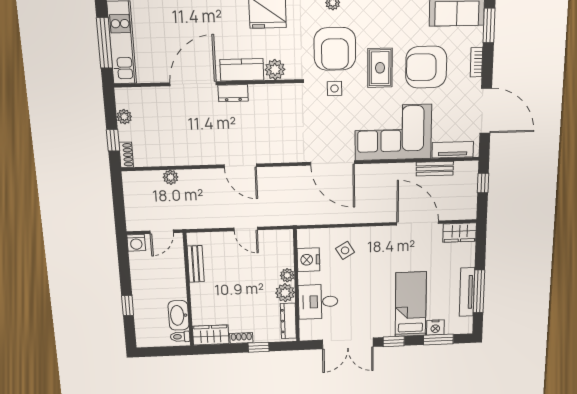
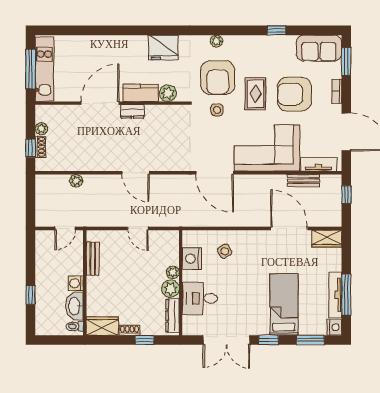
shoe rack: (126, 155) -> (40, 147), moved
washing machine: (136, 243) -> (76, 283), moved, turned 90
nightstand: (435, 327) -> (334, 327), moved, turned -90

